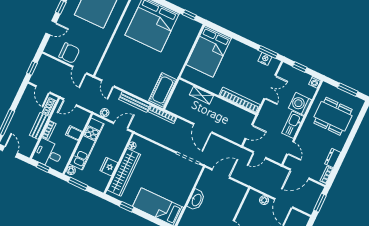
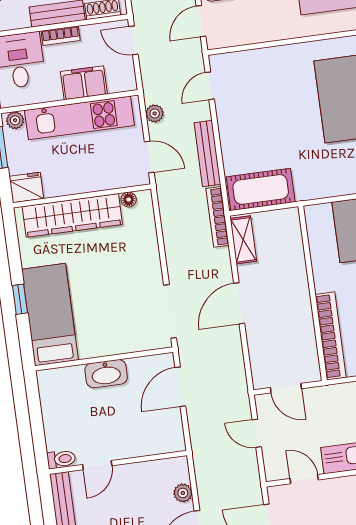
shelving: (201, 95) -> (243, 240), moved
filing cabinet: (74, 133) -> (84, 83), width x2.00
door: (290, 148) -> (304, 479), swing flipped
fridge: (109, 167) -> (26, 187), moved
door: (221, 174) -> (180, 387), swing flipped
window: (127, 207) -> (20, 299), moved

